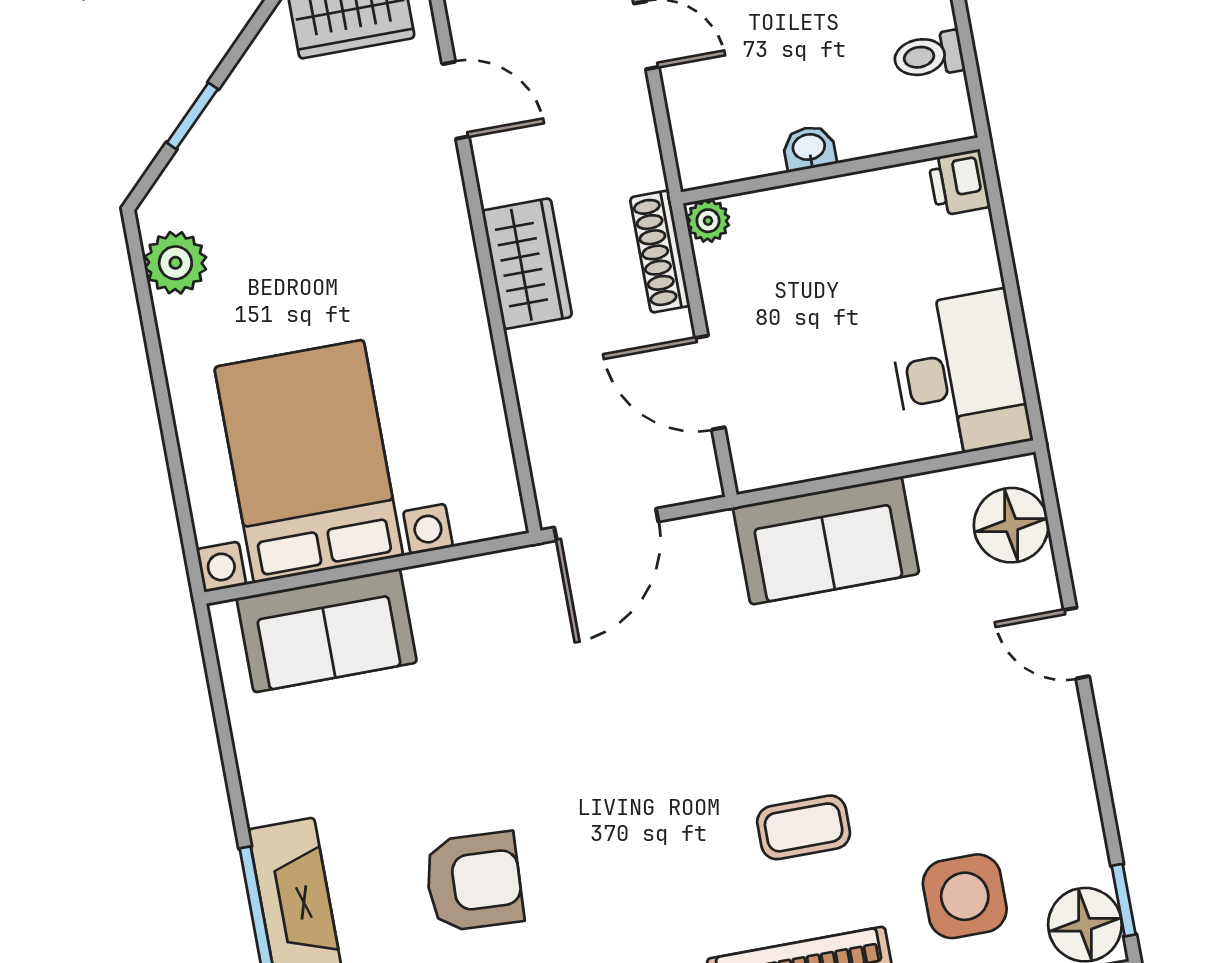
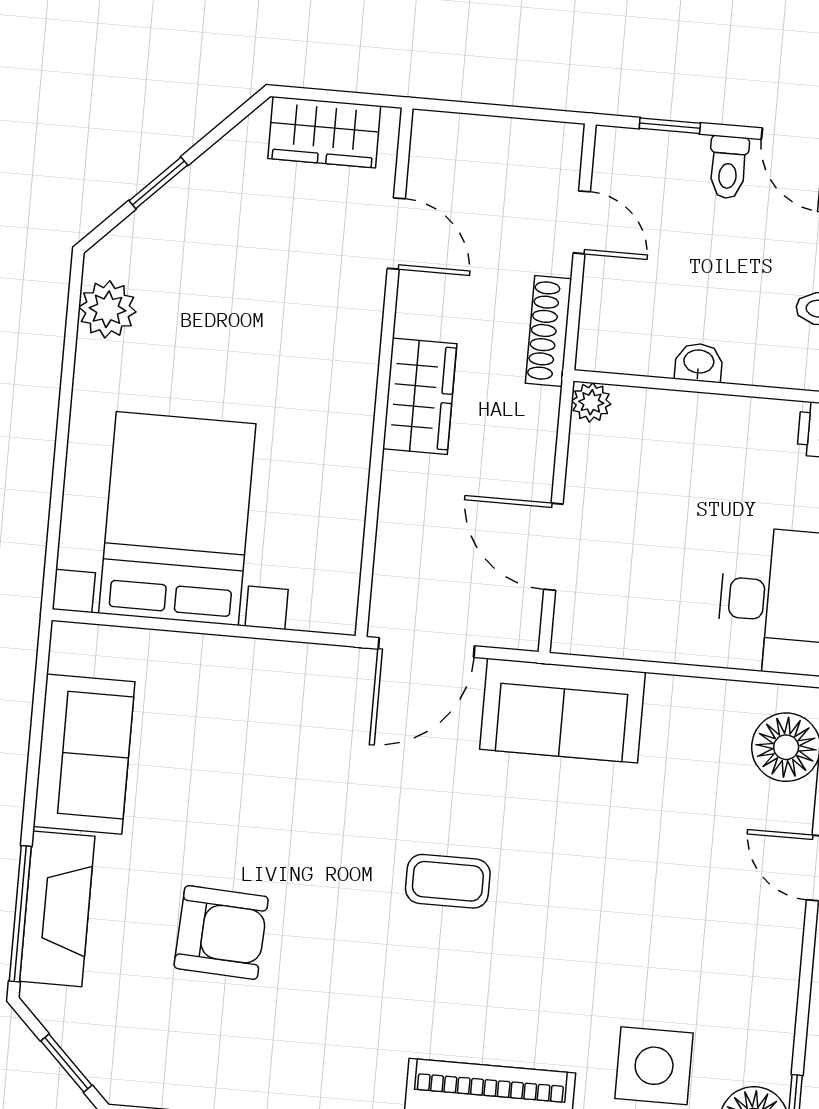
shoe rack: (660, 252) -> (548, 331), moved
sofa: (826, 540) -> (562, 711), moved
sofa: (327, 630) -> (84, 754), moved, turned -90
coffee table: (804, 827) -> (448, 881), moved

